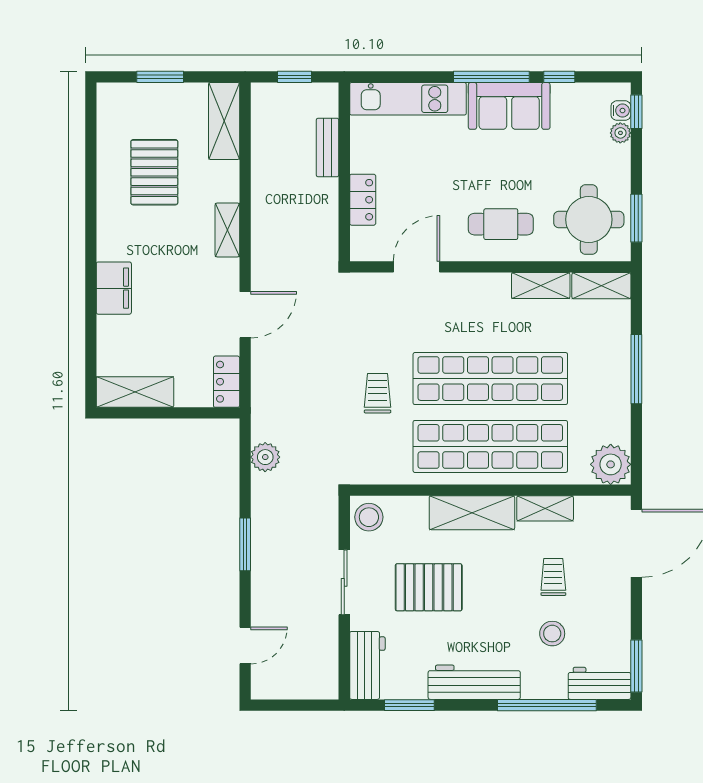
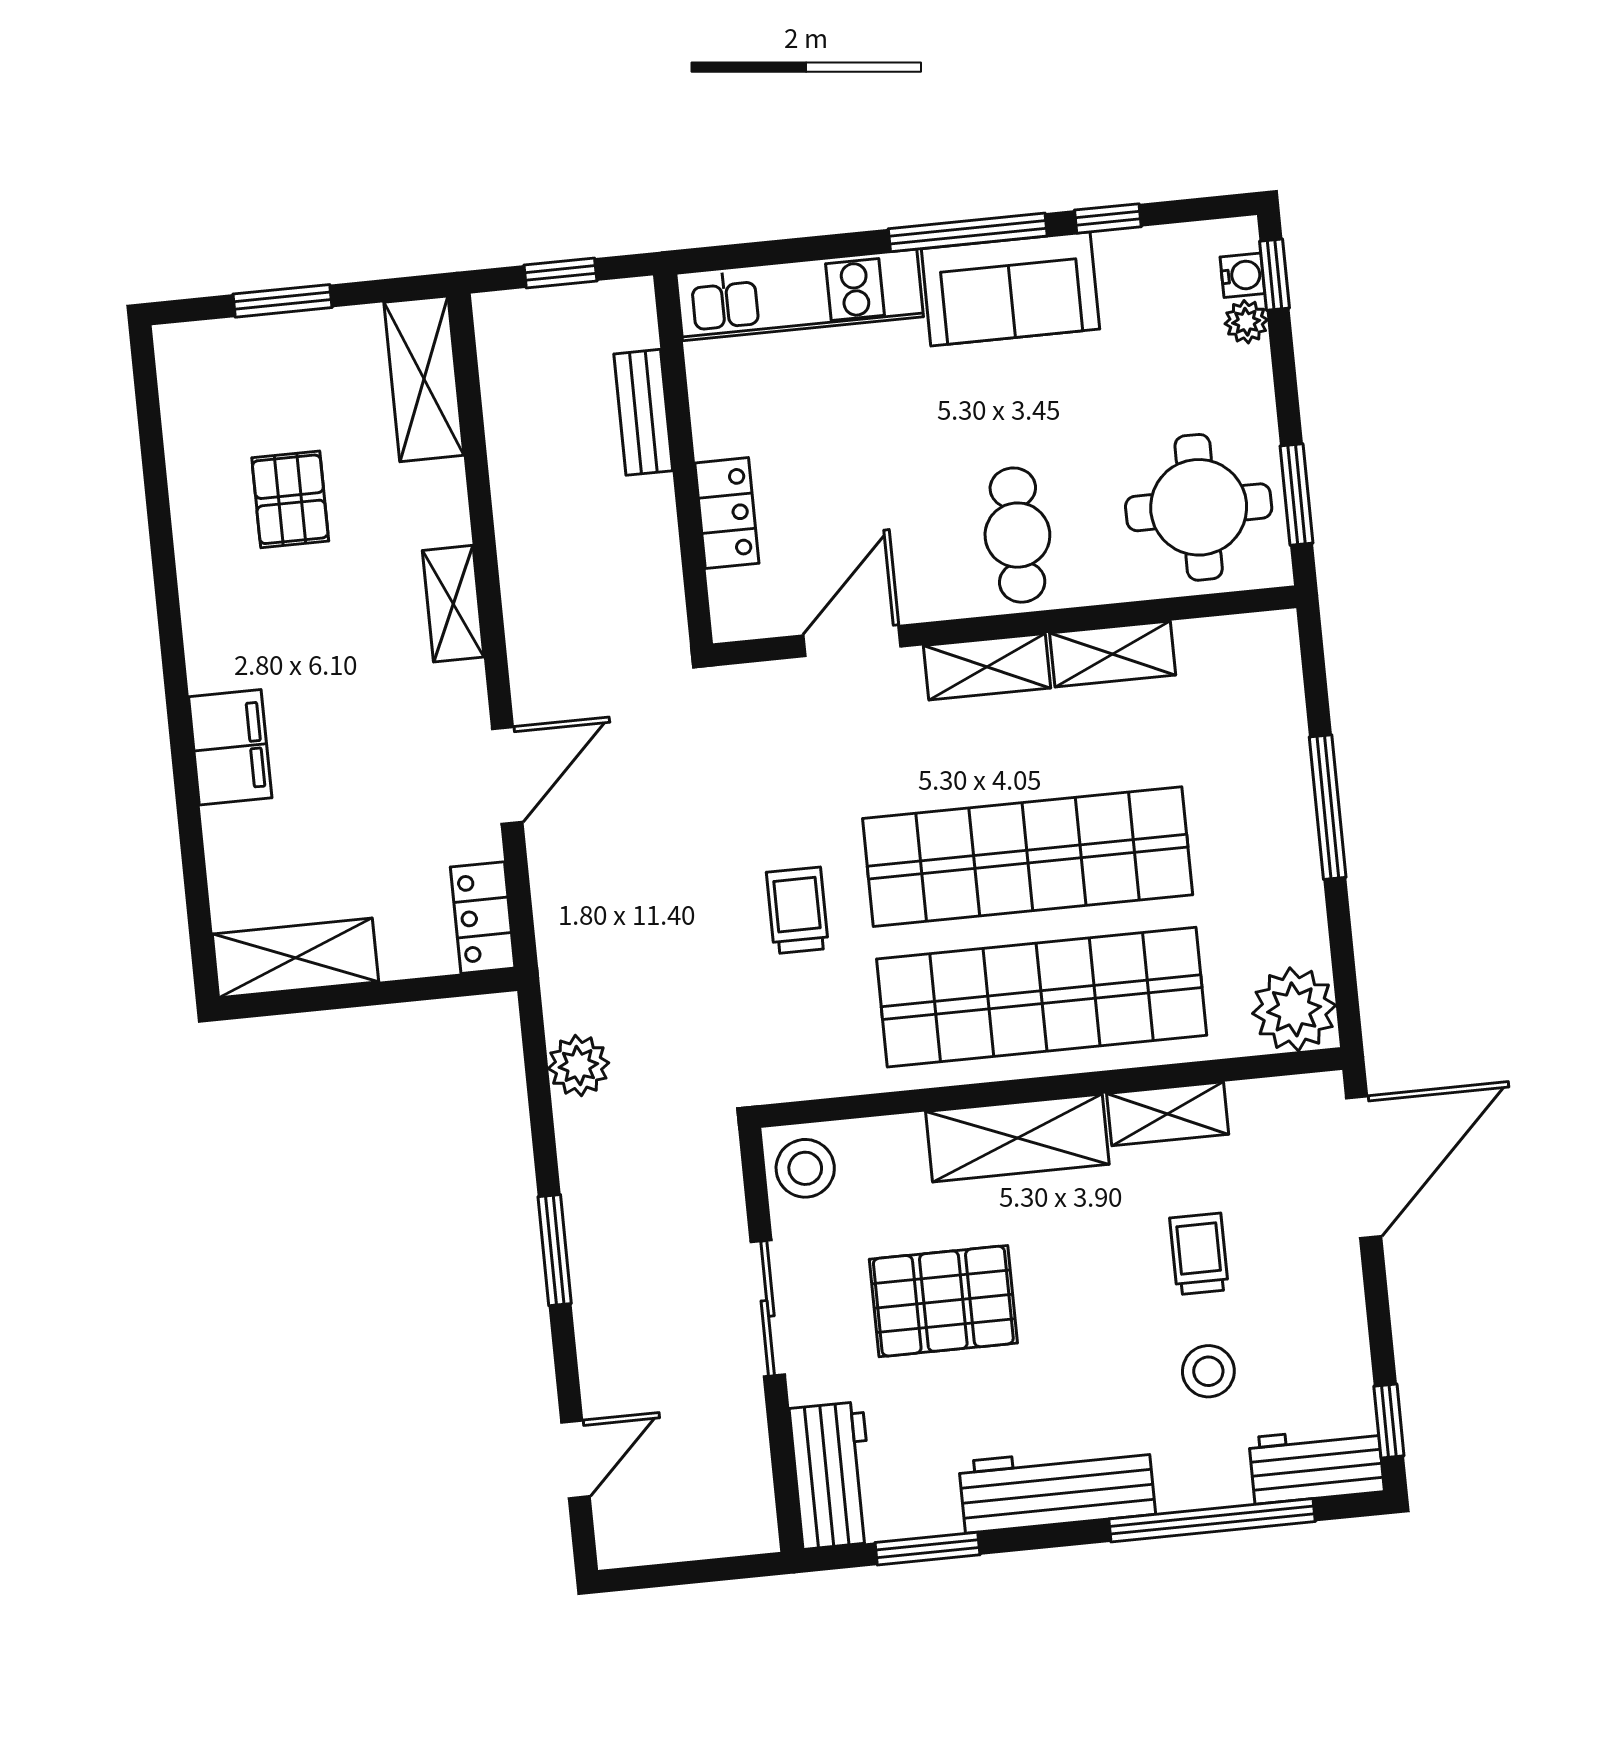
pallet: (154, 172) -> (290, 499), width x0.67, depth x0.71
cafe table: (501, 224) -> (1017, 535), turned 90
shelving: (601, 286) -> (987, 667), moved
window: (636, 666) -> (1389, 1421), width x0.67

